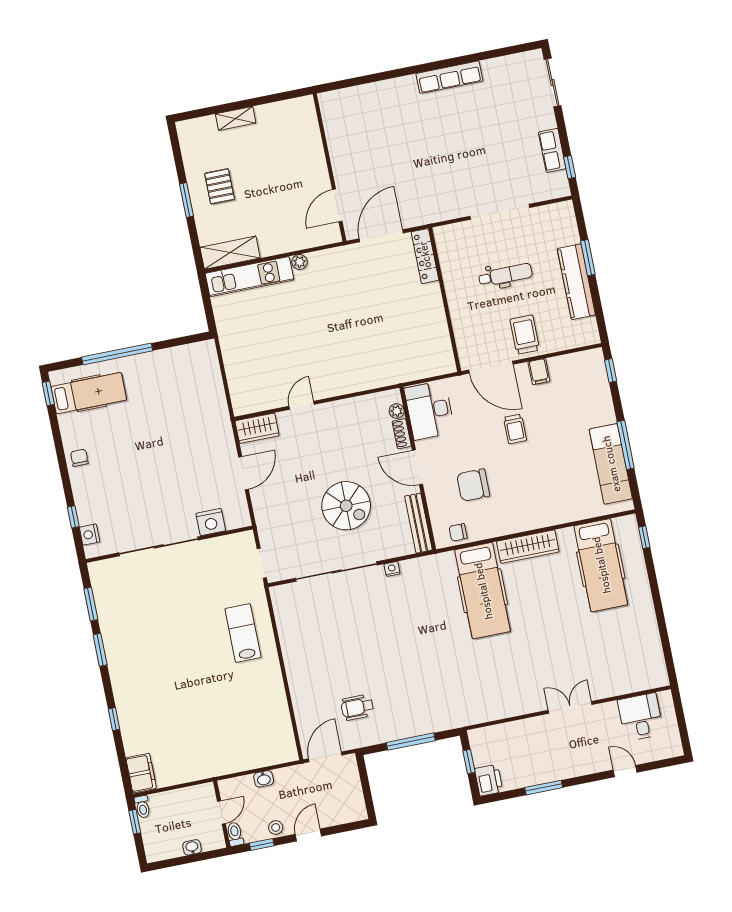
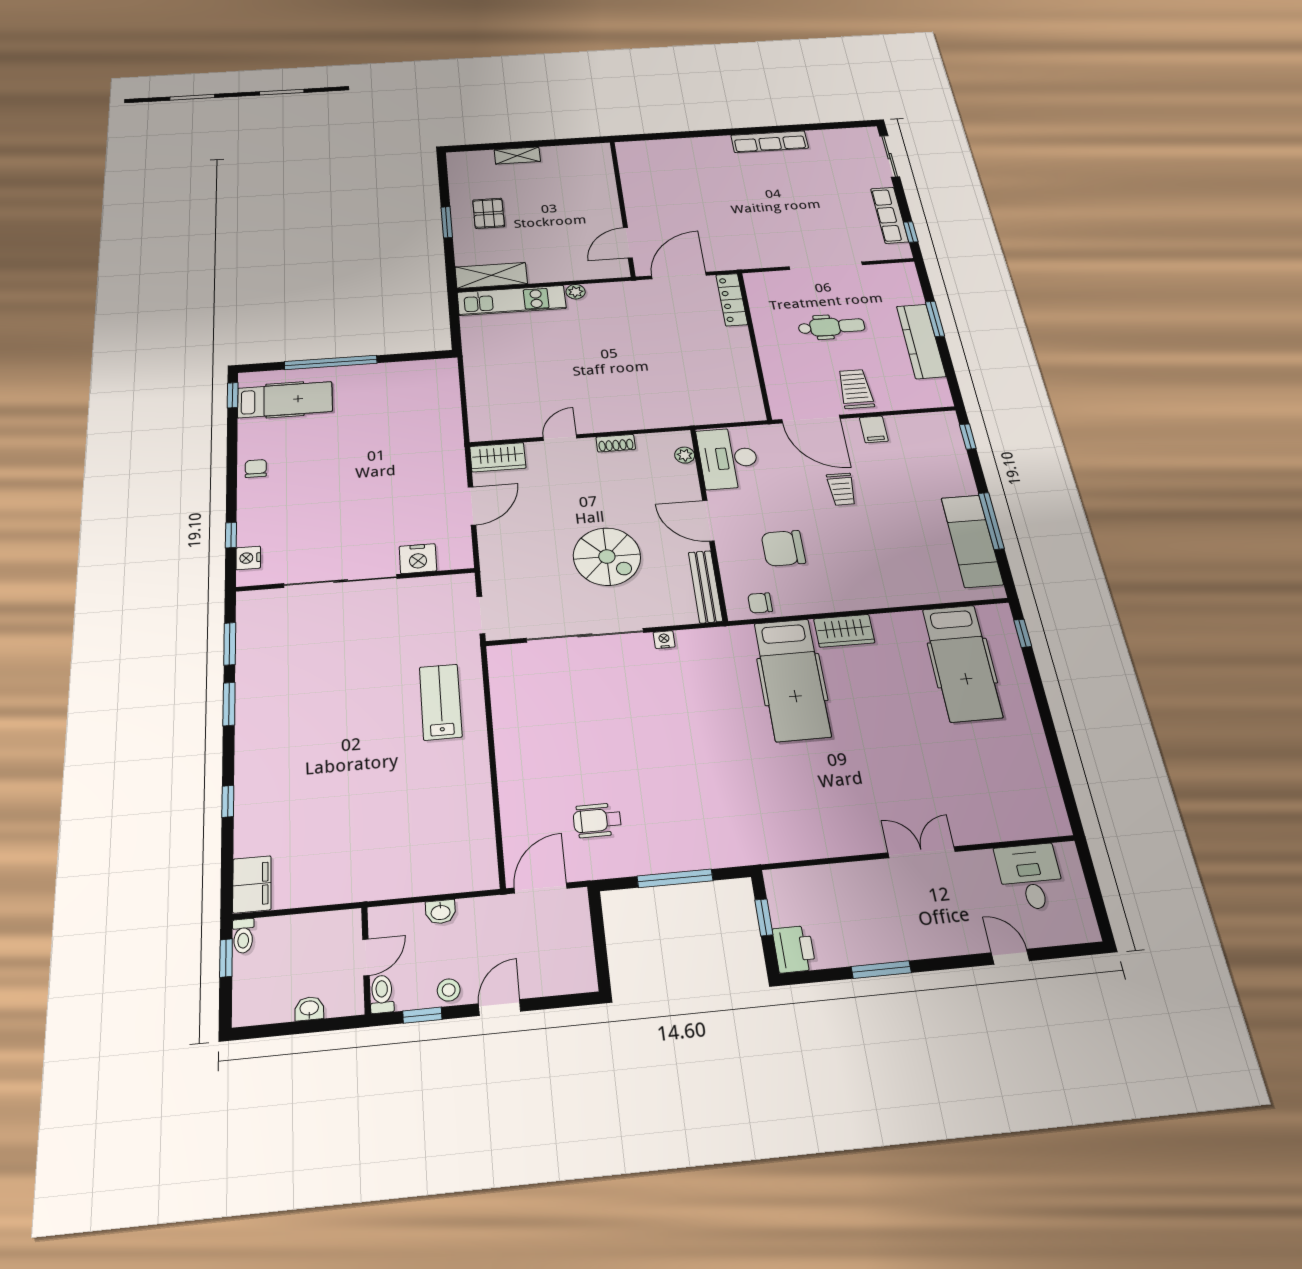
row of seats: (552, 150) -> (890, 215), width x1.48
shoe rack: (402, 434) -> (616, 443), moved, turned -90
wardrobe: (528, 547) -> (844, 631), width x0.67

